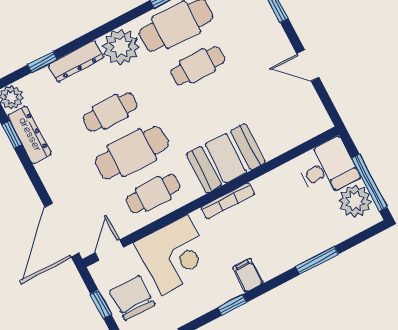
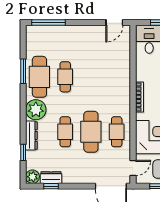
door: (308, 66) -> (114, 22), moved
dresser: (29, 135) -> (51, 178), width x0.70
booth: (226, 158) -> (118, 87), removed
door: (109, 250) -> (133, 168), swing flipped

